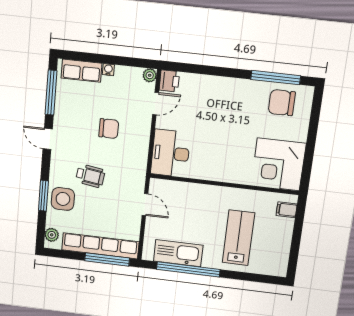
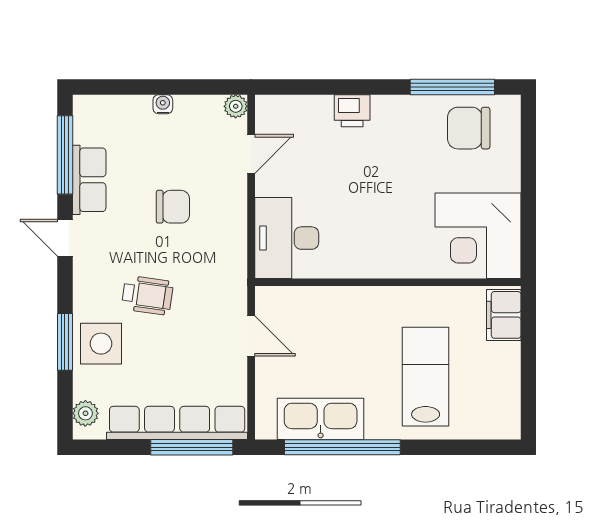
row of seats: (82, 71) -> (89, 180), moved, turned -90
printer: (169, 81) -> (352, 111), moved, turned 90
filing cabinet: (287, 210) -> (504, 315), width x2.00

